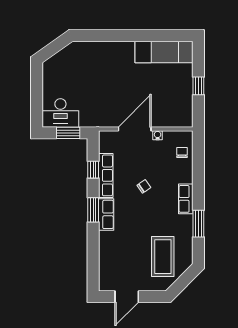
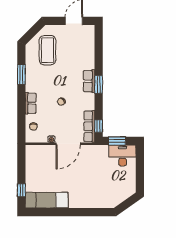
window: (198, 86) -> (21, 190), moved
window: (93, 170) -> (99, 126), moved
row of seats: (106, 175) -> (89, 126), moved
row of seats: (186, 199) -> (31, 103), moved

